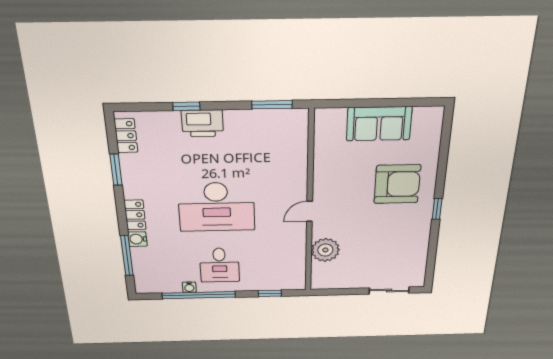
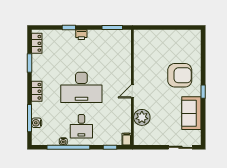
printer: (202, 123) -> (81, 35), width x0.53, depth x0.68
sofa: (379, 124) -> (191, 113), moved, turned 90
water cooler: (138, 239) -> (37, 123), moved
filing cabinet: (298, 281) -> (127, 139), added

